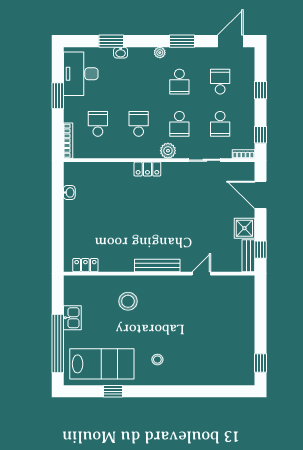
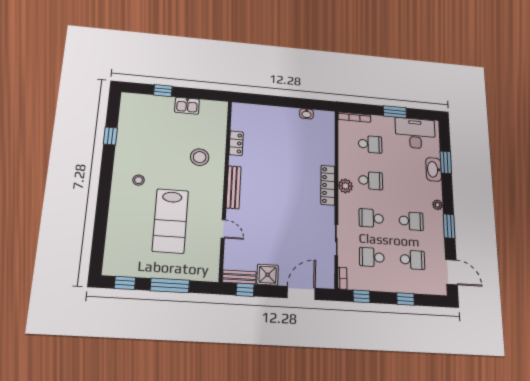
washbasin: (121, 53) -> (434, 169), width x1.91, depth x1.45
school desk: (179, 82) -> (411, 221), turned 180
plant: (168, 151) -> (345, 186), moved
locker: (147, 169) -> (328, 185), width x1.53
locker: (85, 265) -> (236, 143), moved
window: (260, 321) -> (170, 285), added
window: (58, 343) -> (163, 91), width x0.32
lab bench: (102, 364) -> (170, 221), moved

